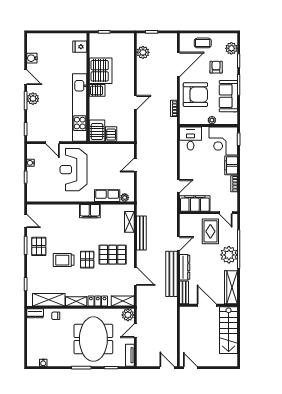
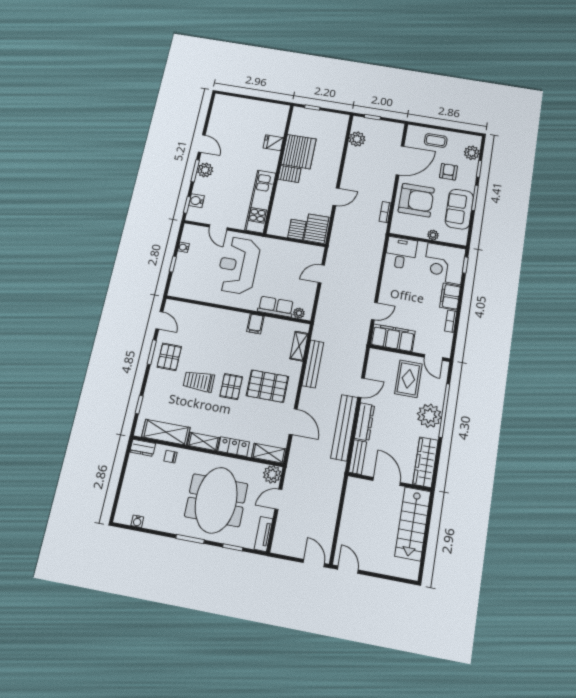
fridge: (80, 47) -> (273, 143), moved
water cooler: (32, 58) -> (196, 201), moved
kitchen unit: (80, 107) -> (260, 201), width x0.73
server rack: (97, 131) -> (316, 229), moved
filing cabinet: (90, 211) -> (255, 324), width x0.50

